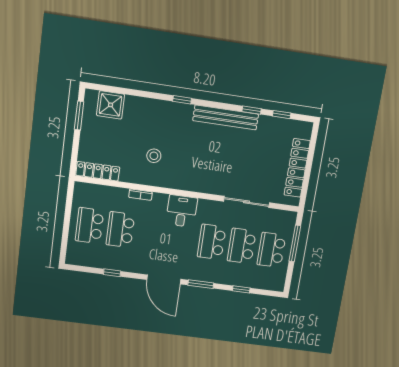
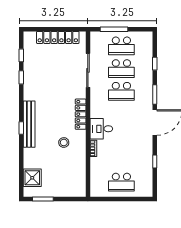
bench: (226, 117) -> (29, 124), moved
locker: (98, 171) -> (81, 114), moved
desk: (182, 211) -> (101, 129), moved
school desk: (120, 230) -> (121, 159), removed

